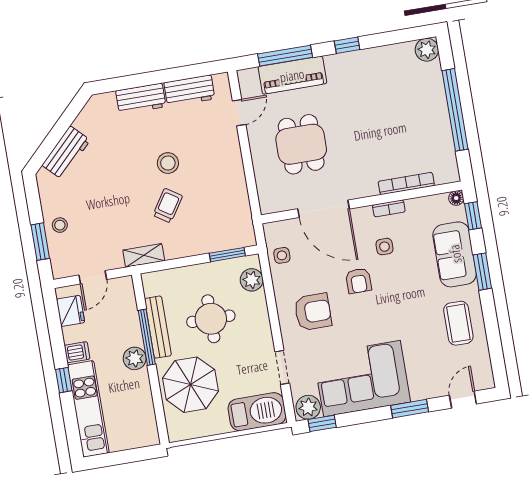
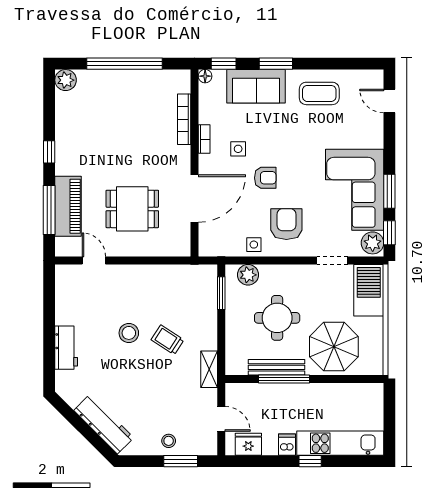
workbench: (189, 91) -> (66, 302), removed
workbench: (66, 153) -> (104, 424), width x1.38
side table: (282, 255) -> (254, 245), moved
plant: (135, 358) -> (301, 393), removed
window: (410, 409) -> (389, 191), moved

